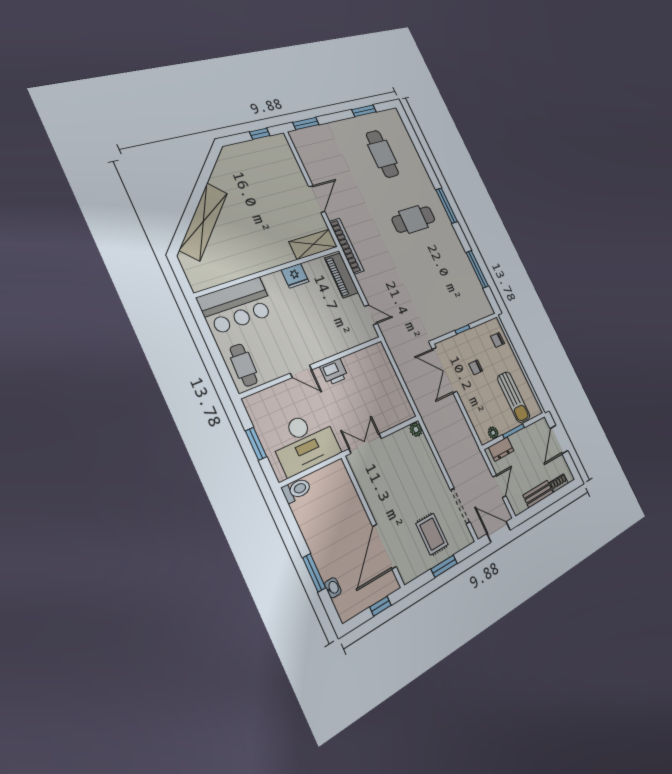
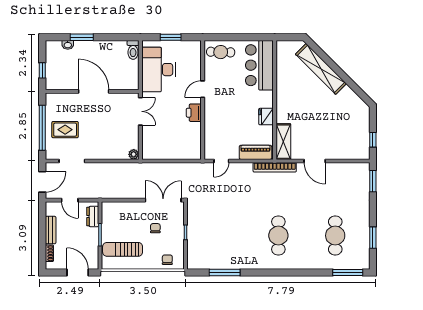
cafe table: (382, 154) -> (335, 236), turned 90
window: (447, 206) -> (348, 273), moved
plant: (493, 433) -> (106, 216), removed
door: (384, 547) -> (94, 91), moved
window: (444, 566) -> (42, 128), width x2.11

